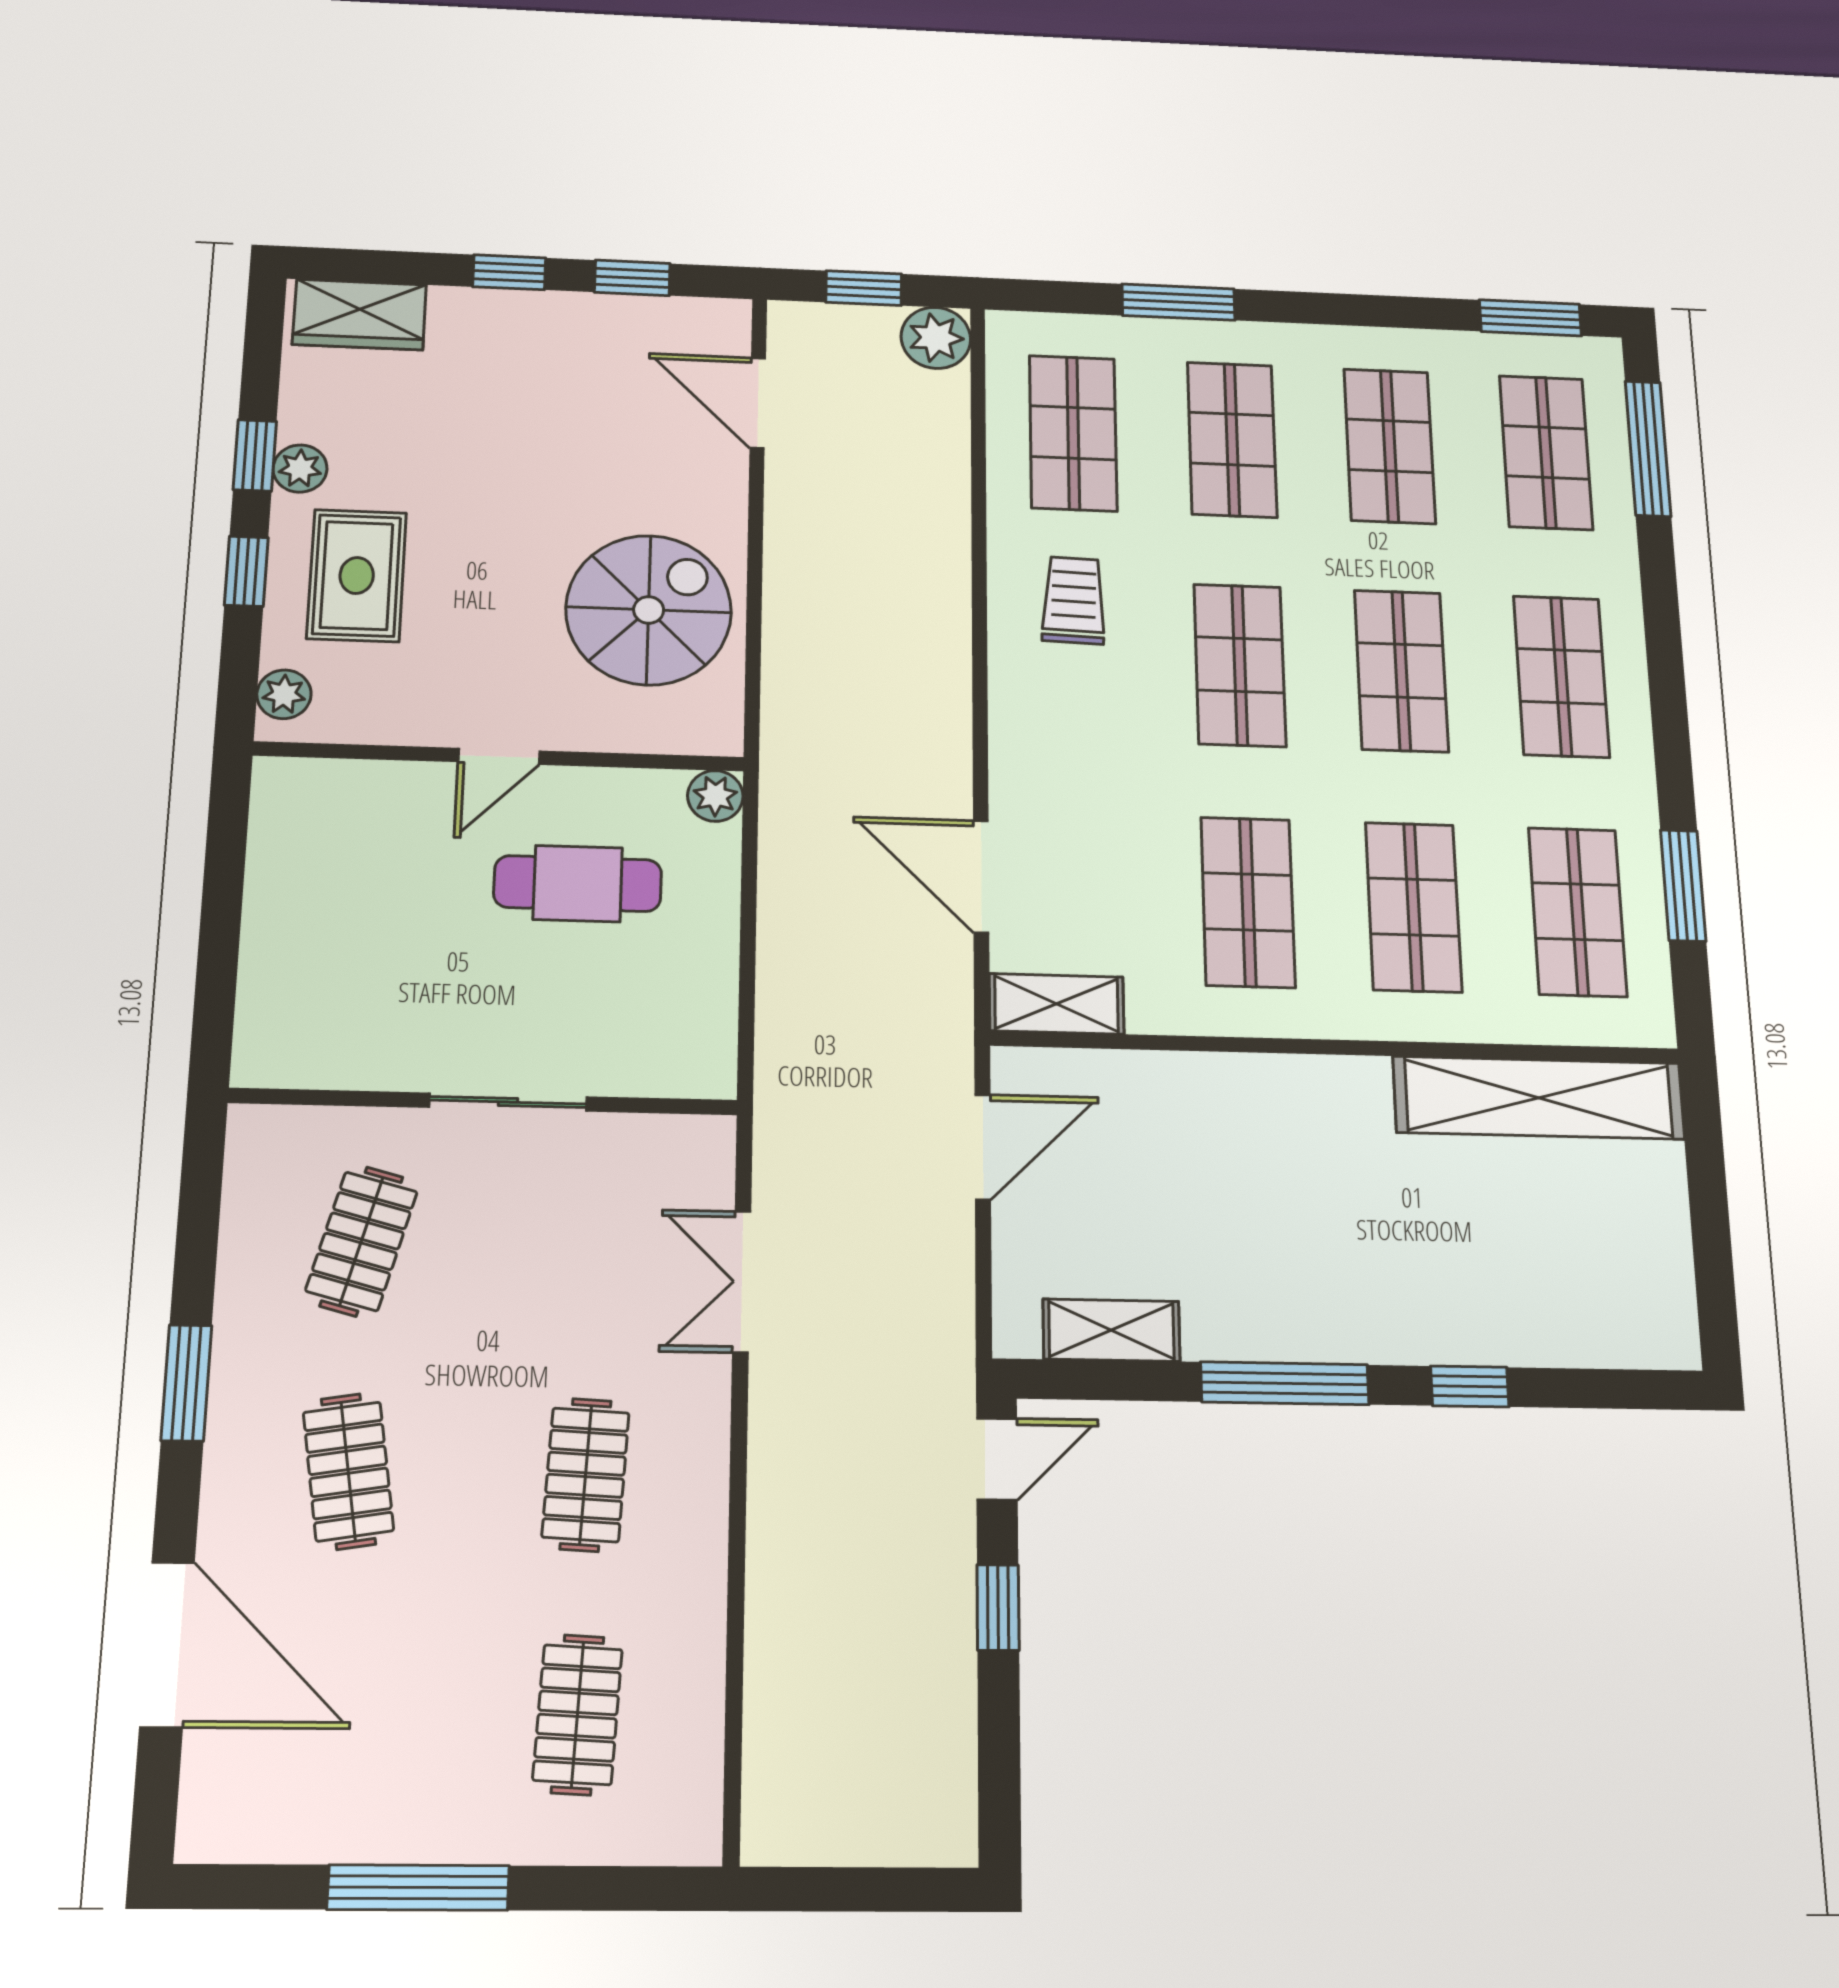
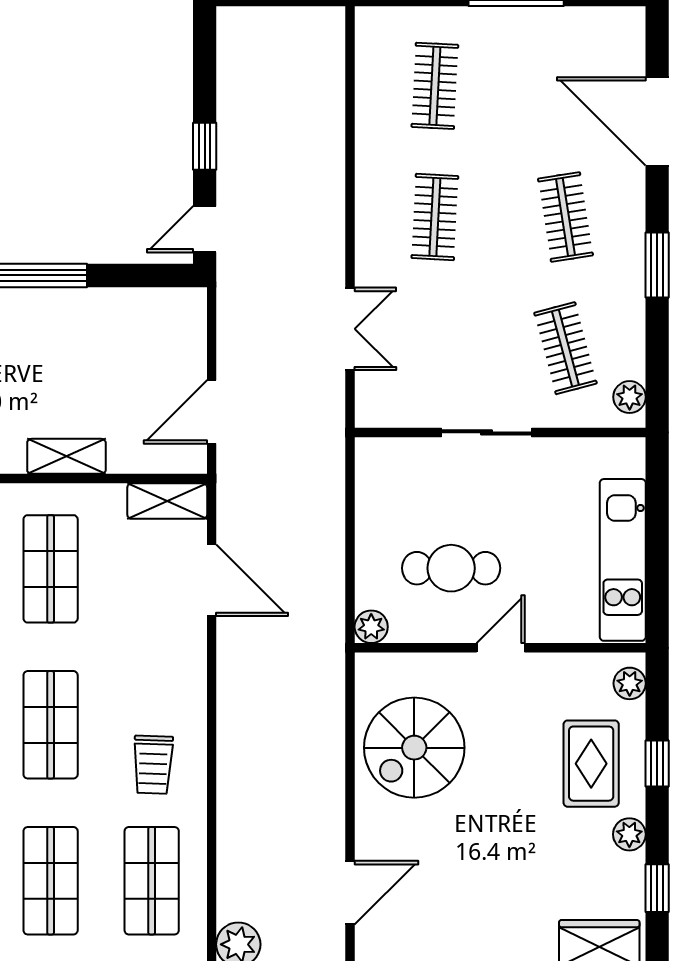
door: (758, 403) -> (350, 893), hinge flipped
window: (255, 455) -> (657, 888), moved
kitchen unit: (283, 888) -> (623, 560), added
plant: (252, 1156) -> (630, 397), added
clothes rail: (361, 1241) -> (565, 348), turned -30
shelving: (1111, 1330) -> (66, 456), moved

